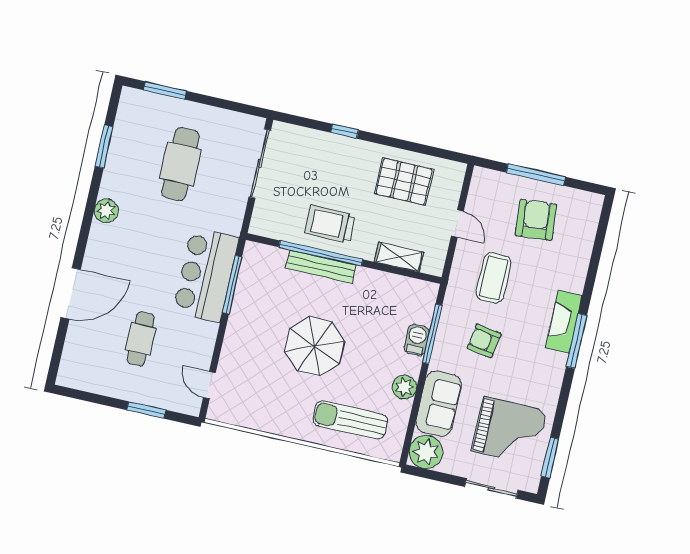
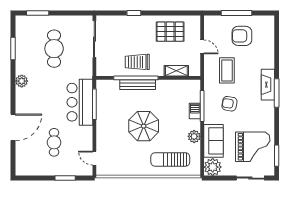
armchair: (536, 220) -> (242, 36), turned -85

